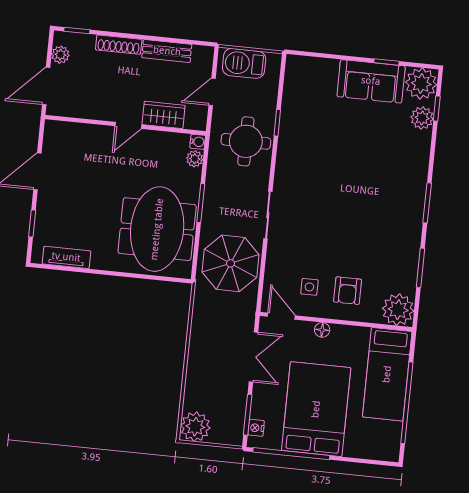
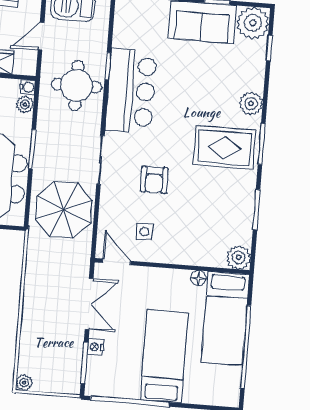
plant: (422, 118) -> (251, 104), moved
bar counter: (300, 148) -> (131, 91), added
rug: (390, 206) -> (224, 148), added
armchair: (348, 291) -> (154, 180), moved
plant: (398, 310) -> (239, 257), width x0.73, depth x0.73
floor lamp: (322, 330) -> (198, 278), moved
bed: (316, 409) -> (164, 356), width x0.67
plant: (195, 427) -> (24, 383), width x0.53, depth x0.53
nightstand: (256, 428) -> (96, 347), moved

